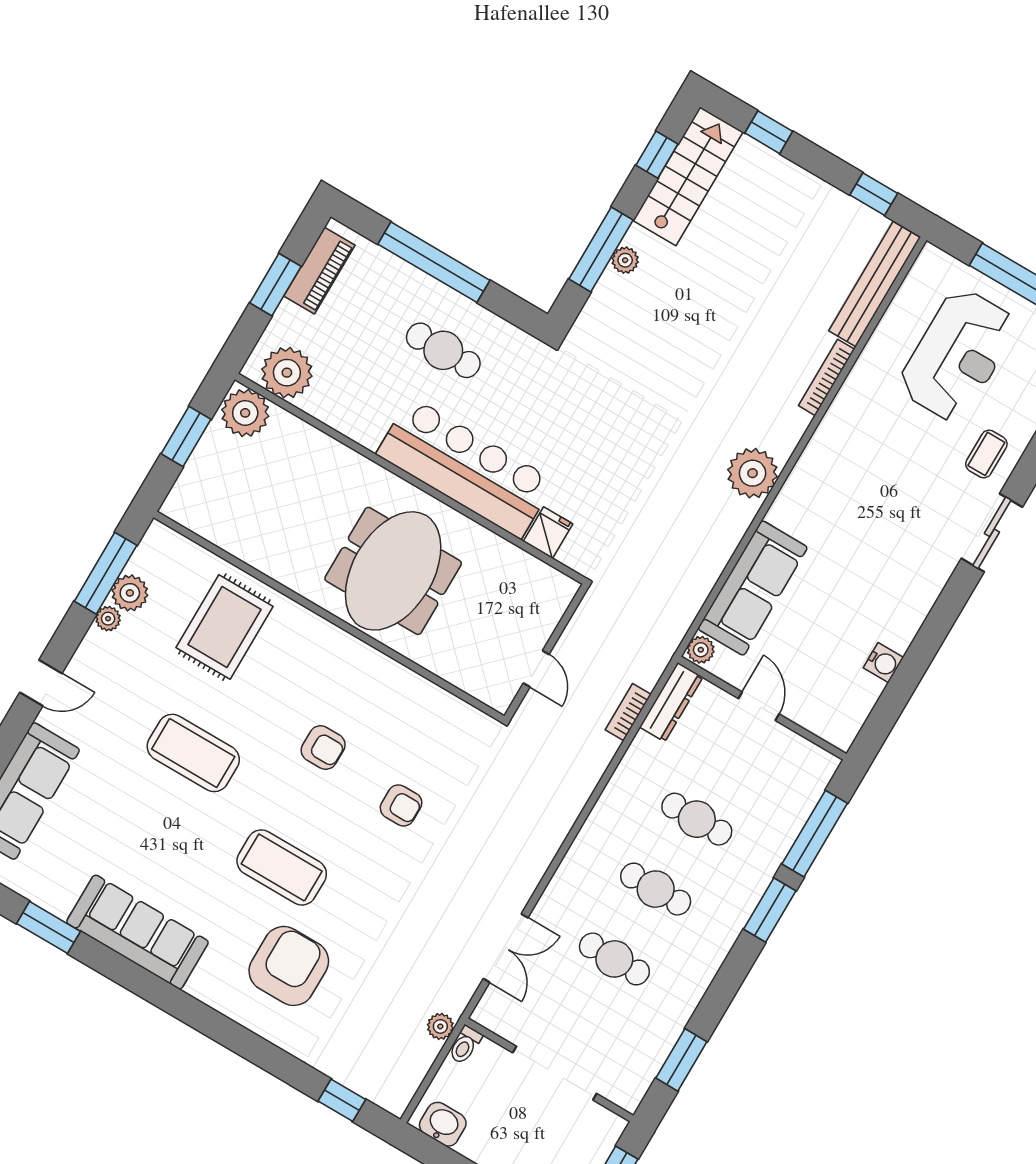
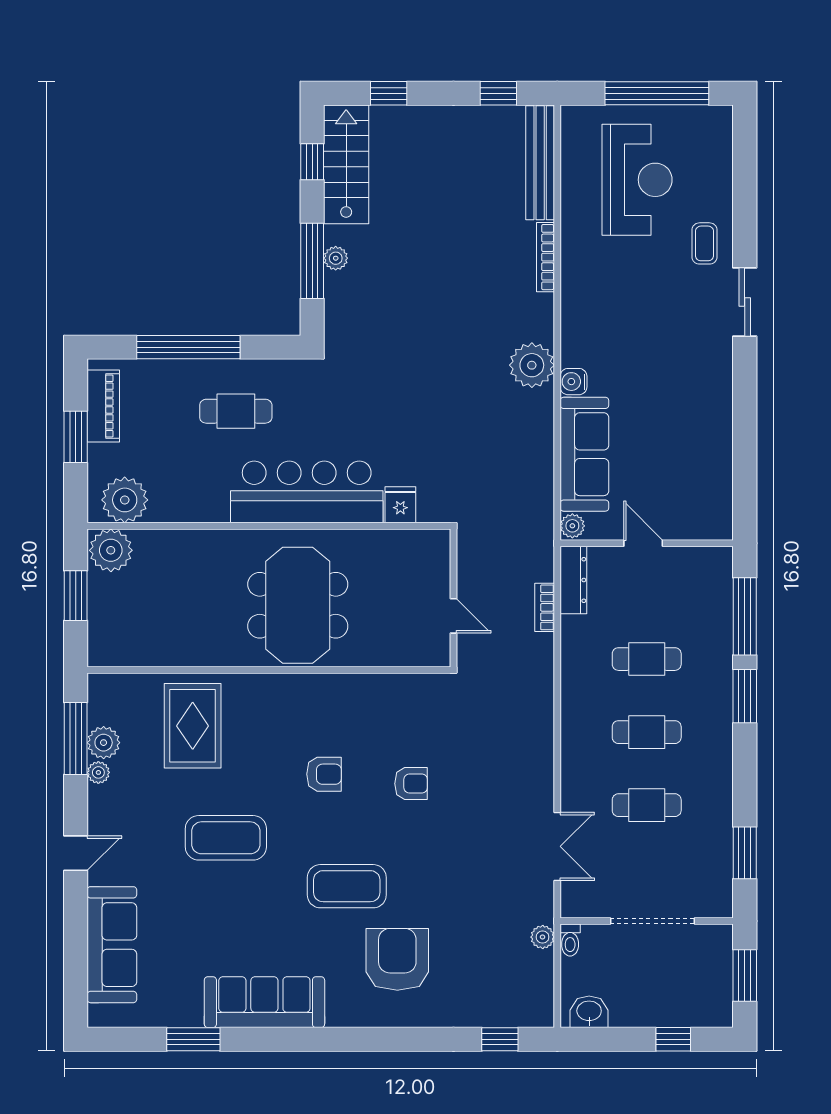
water cooler: (883, 663) -> (573, 382), moved, turned 180

